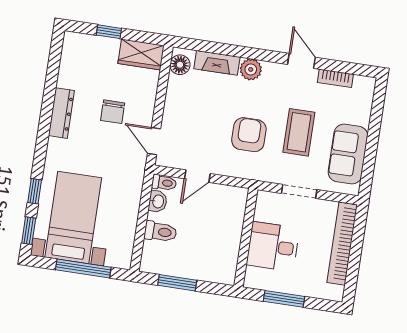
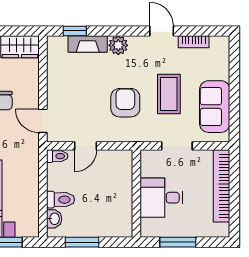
window: (205, 46) -> (75, 31), added
floor lamp: (180, 65) -> (55, 50), removed
washbasin: (158, 201) -> (54, 219), moved

